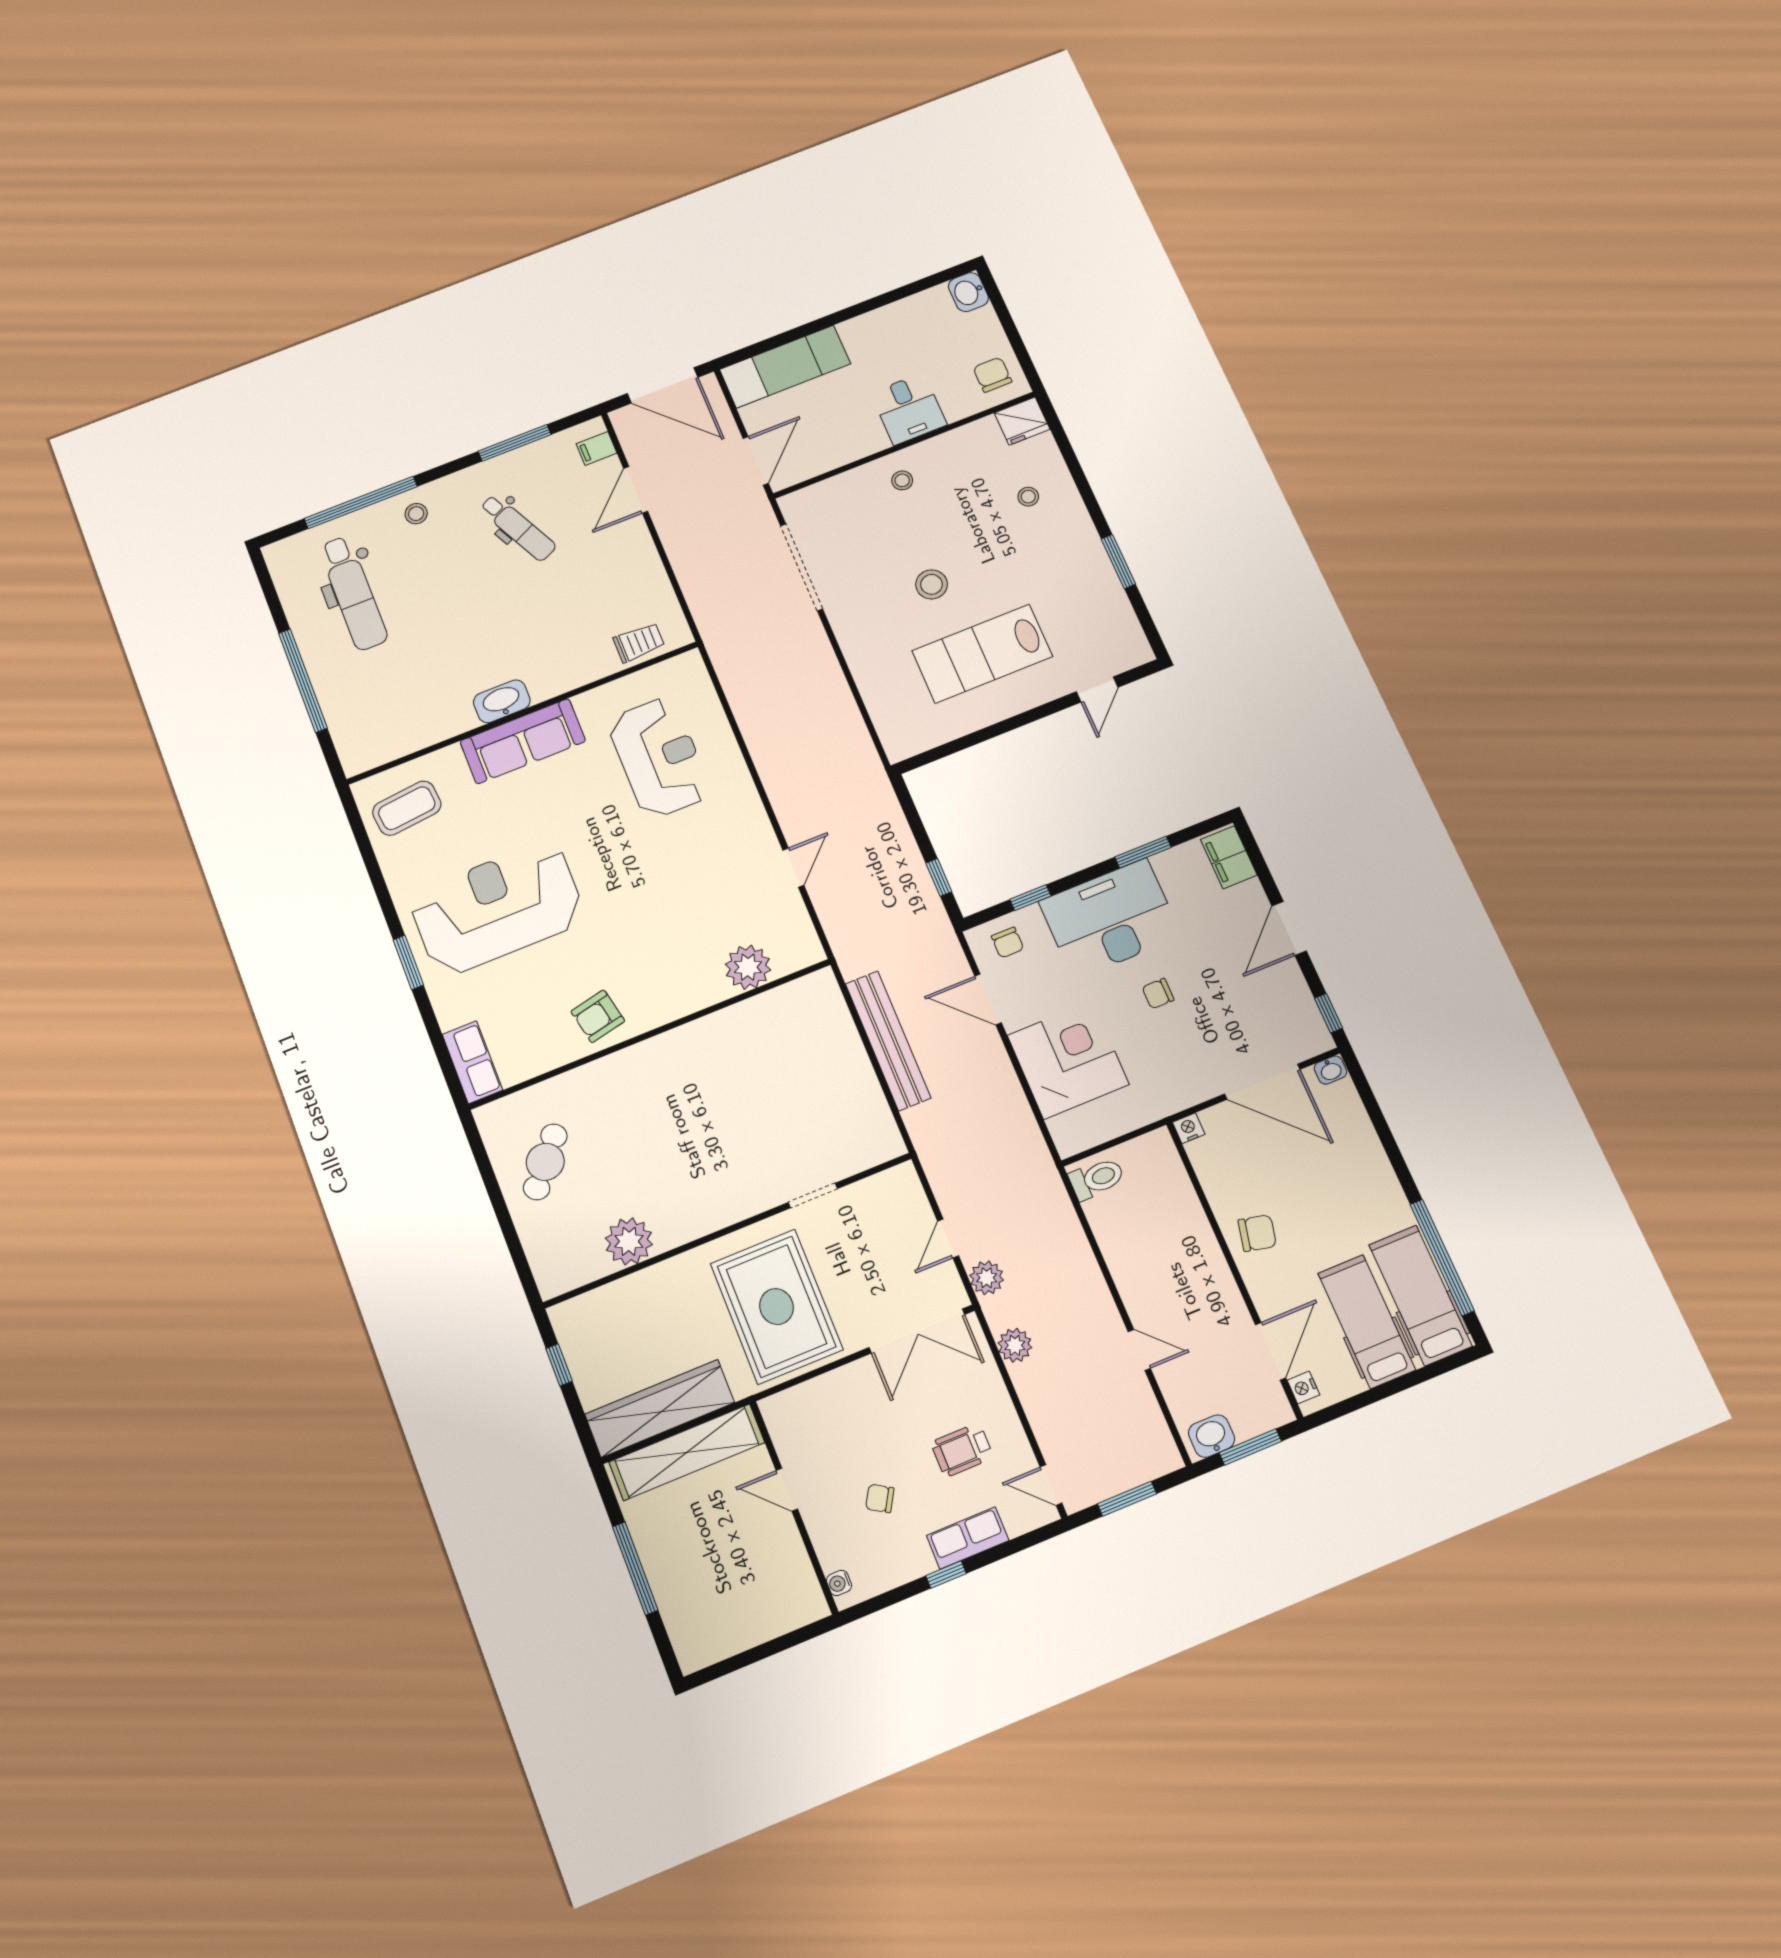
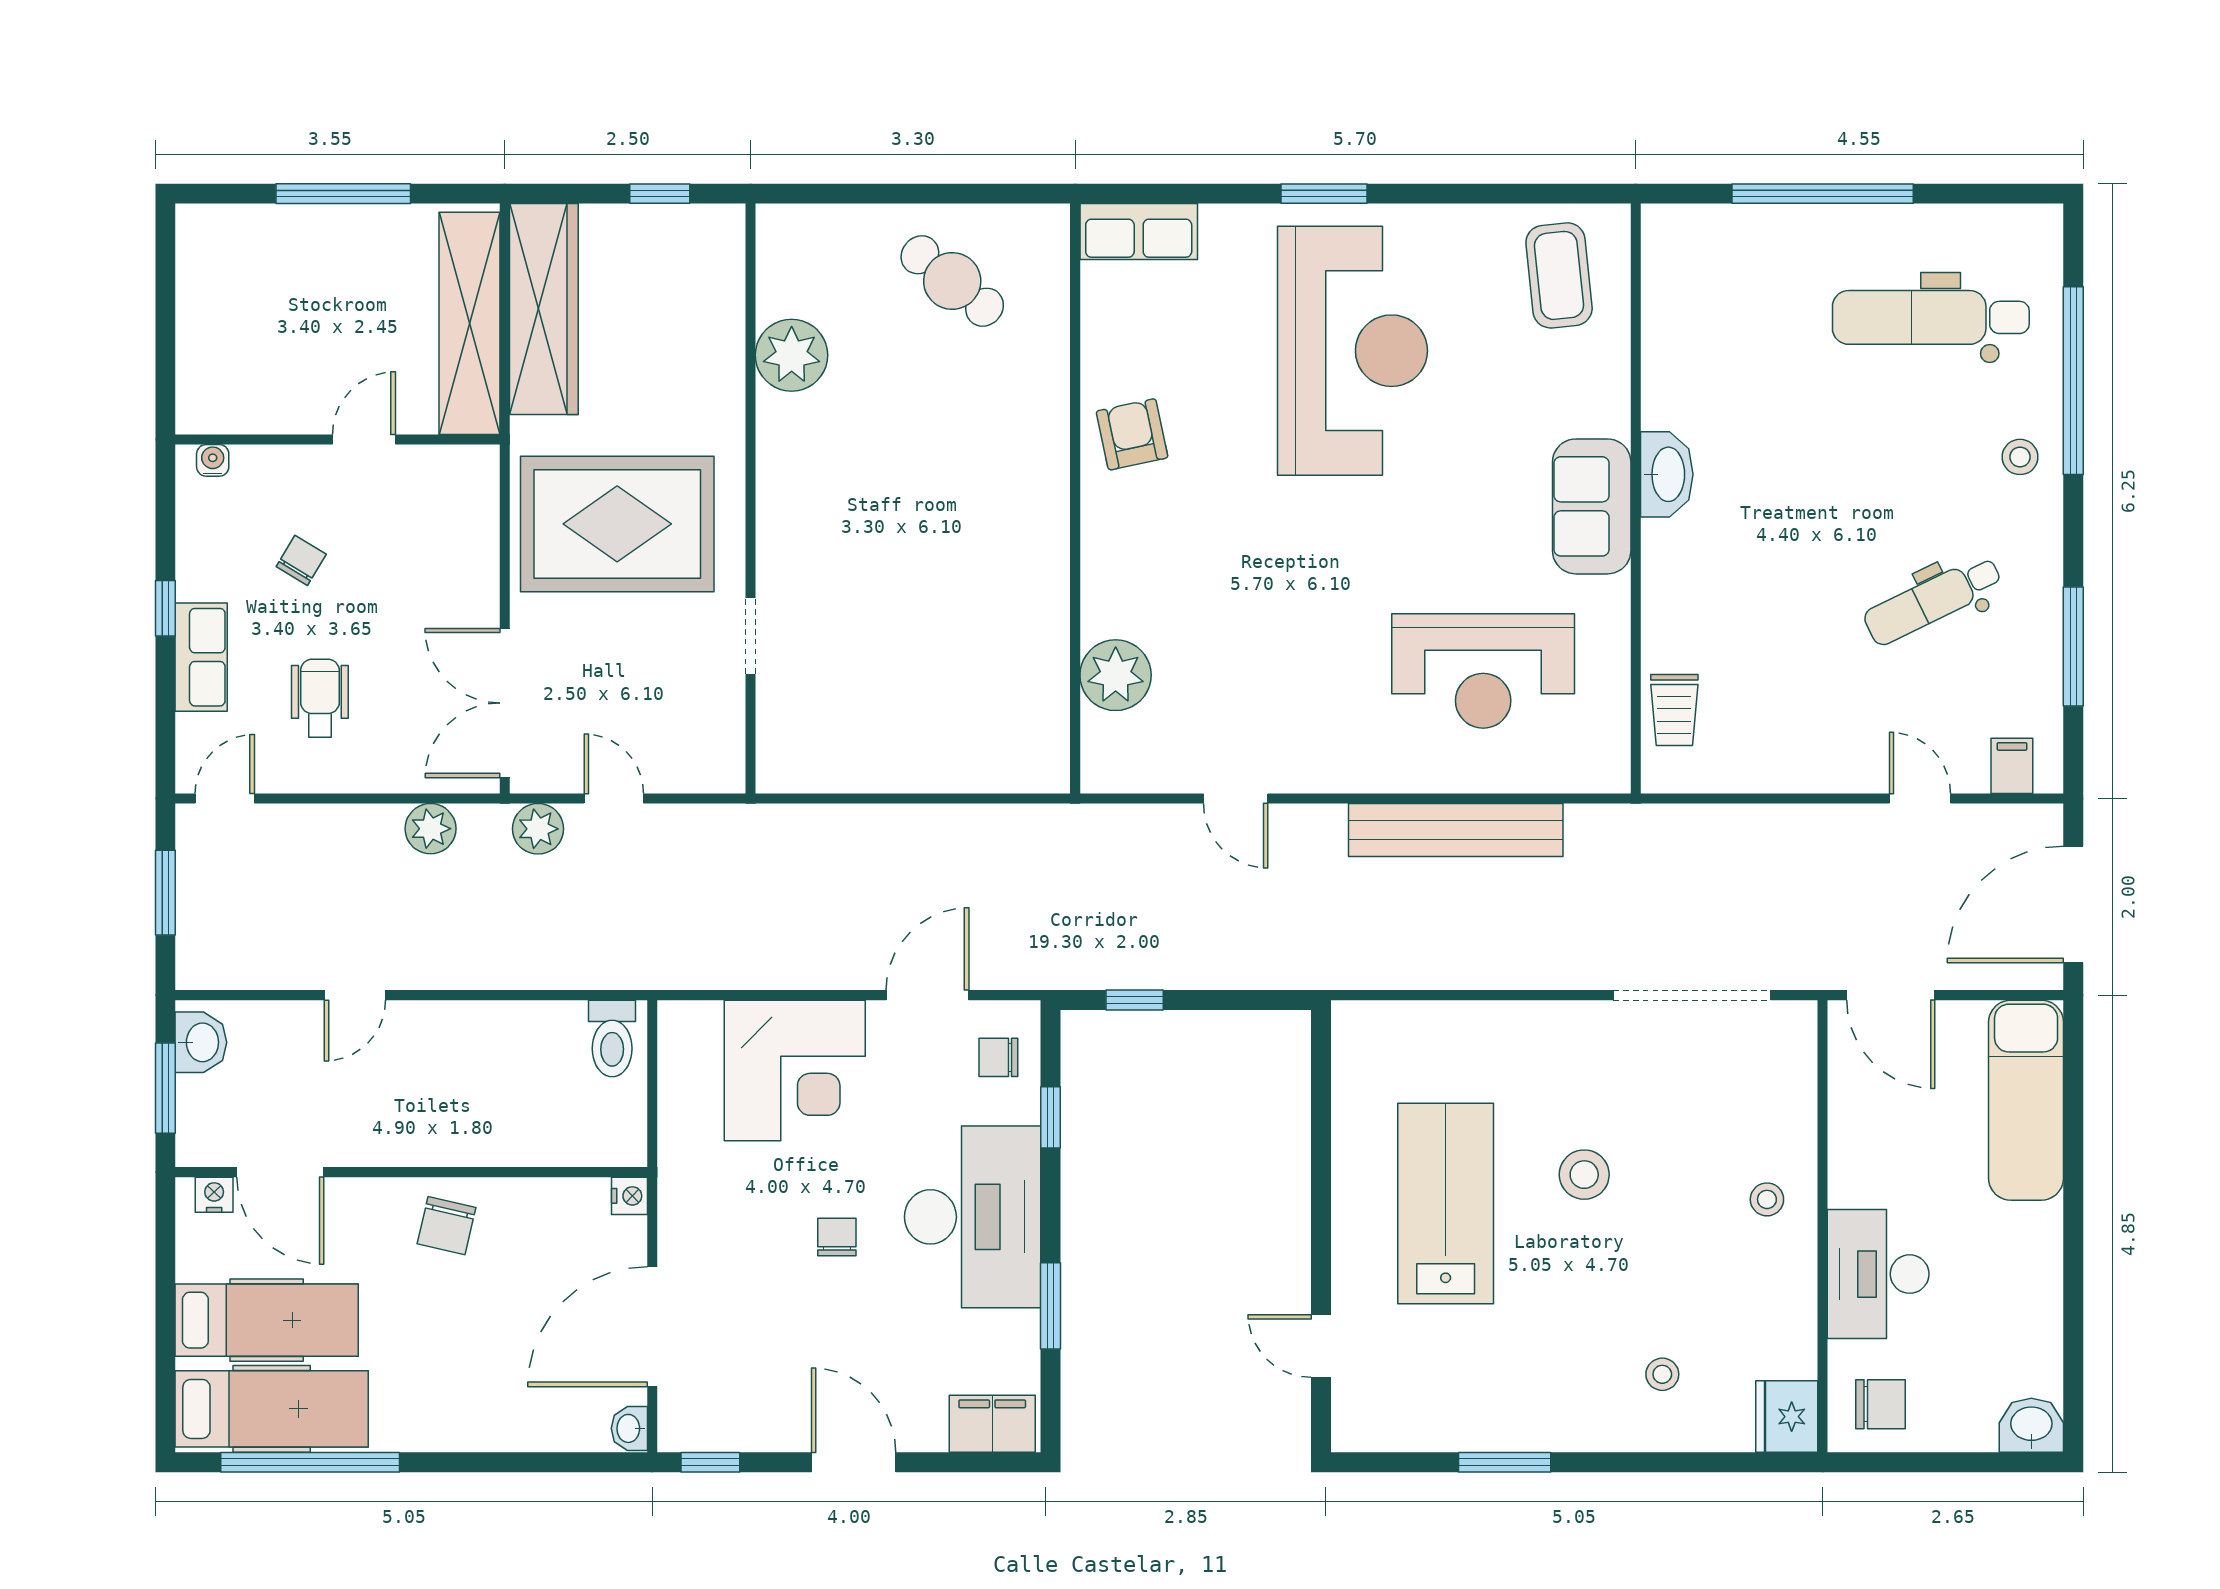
desk: (909, 409) -> (1878, 1274), width x1.37
door: (636, 490) -> (1920, 798), width x0.73
sofa: (523, 741) -> (1592, 506), width x0.73
bench: (888, 1041) -> (1456, 830), moved

